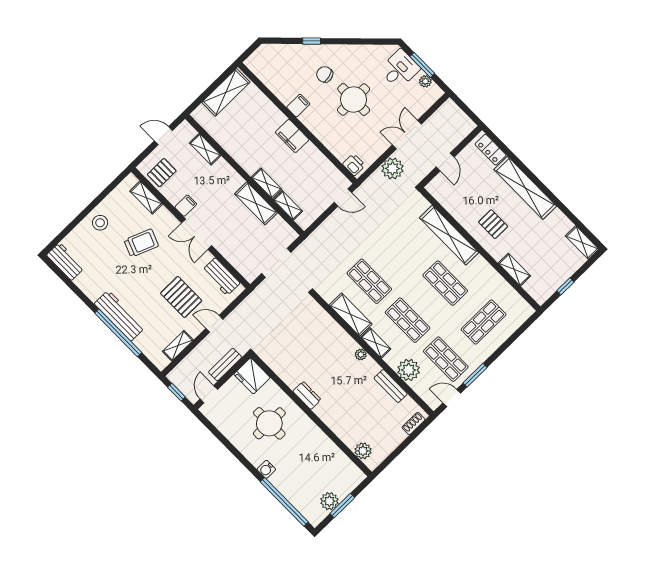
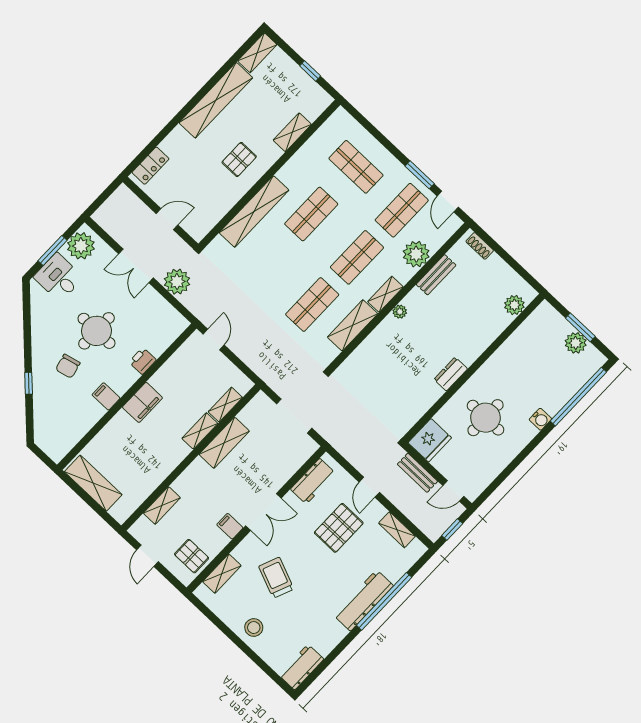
plant: (425, 81) -> (81, 246), width x1.88, depth x1.88
printer: (354, 165) -> (143, 361), moved
shelving: (525, 188) -> (216, 100), moved

